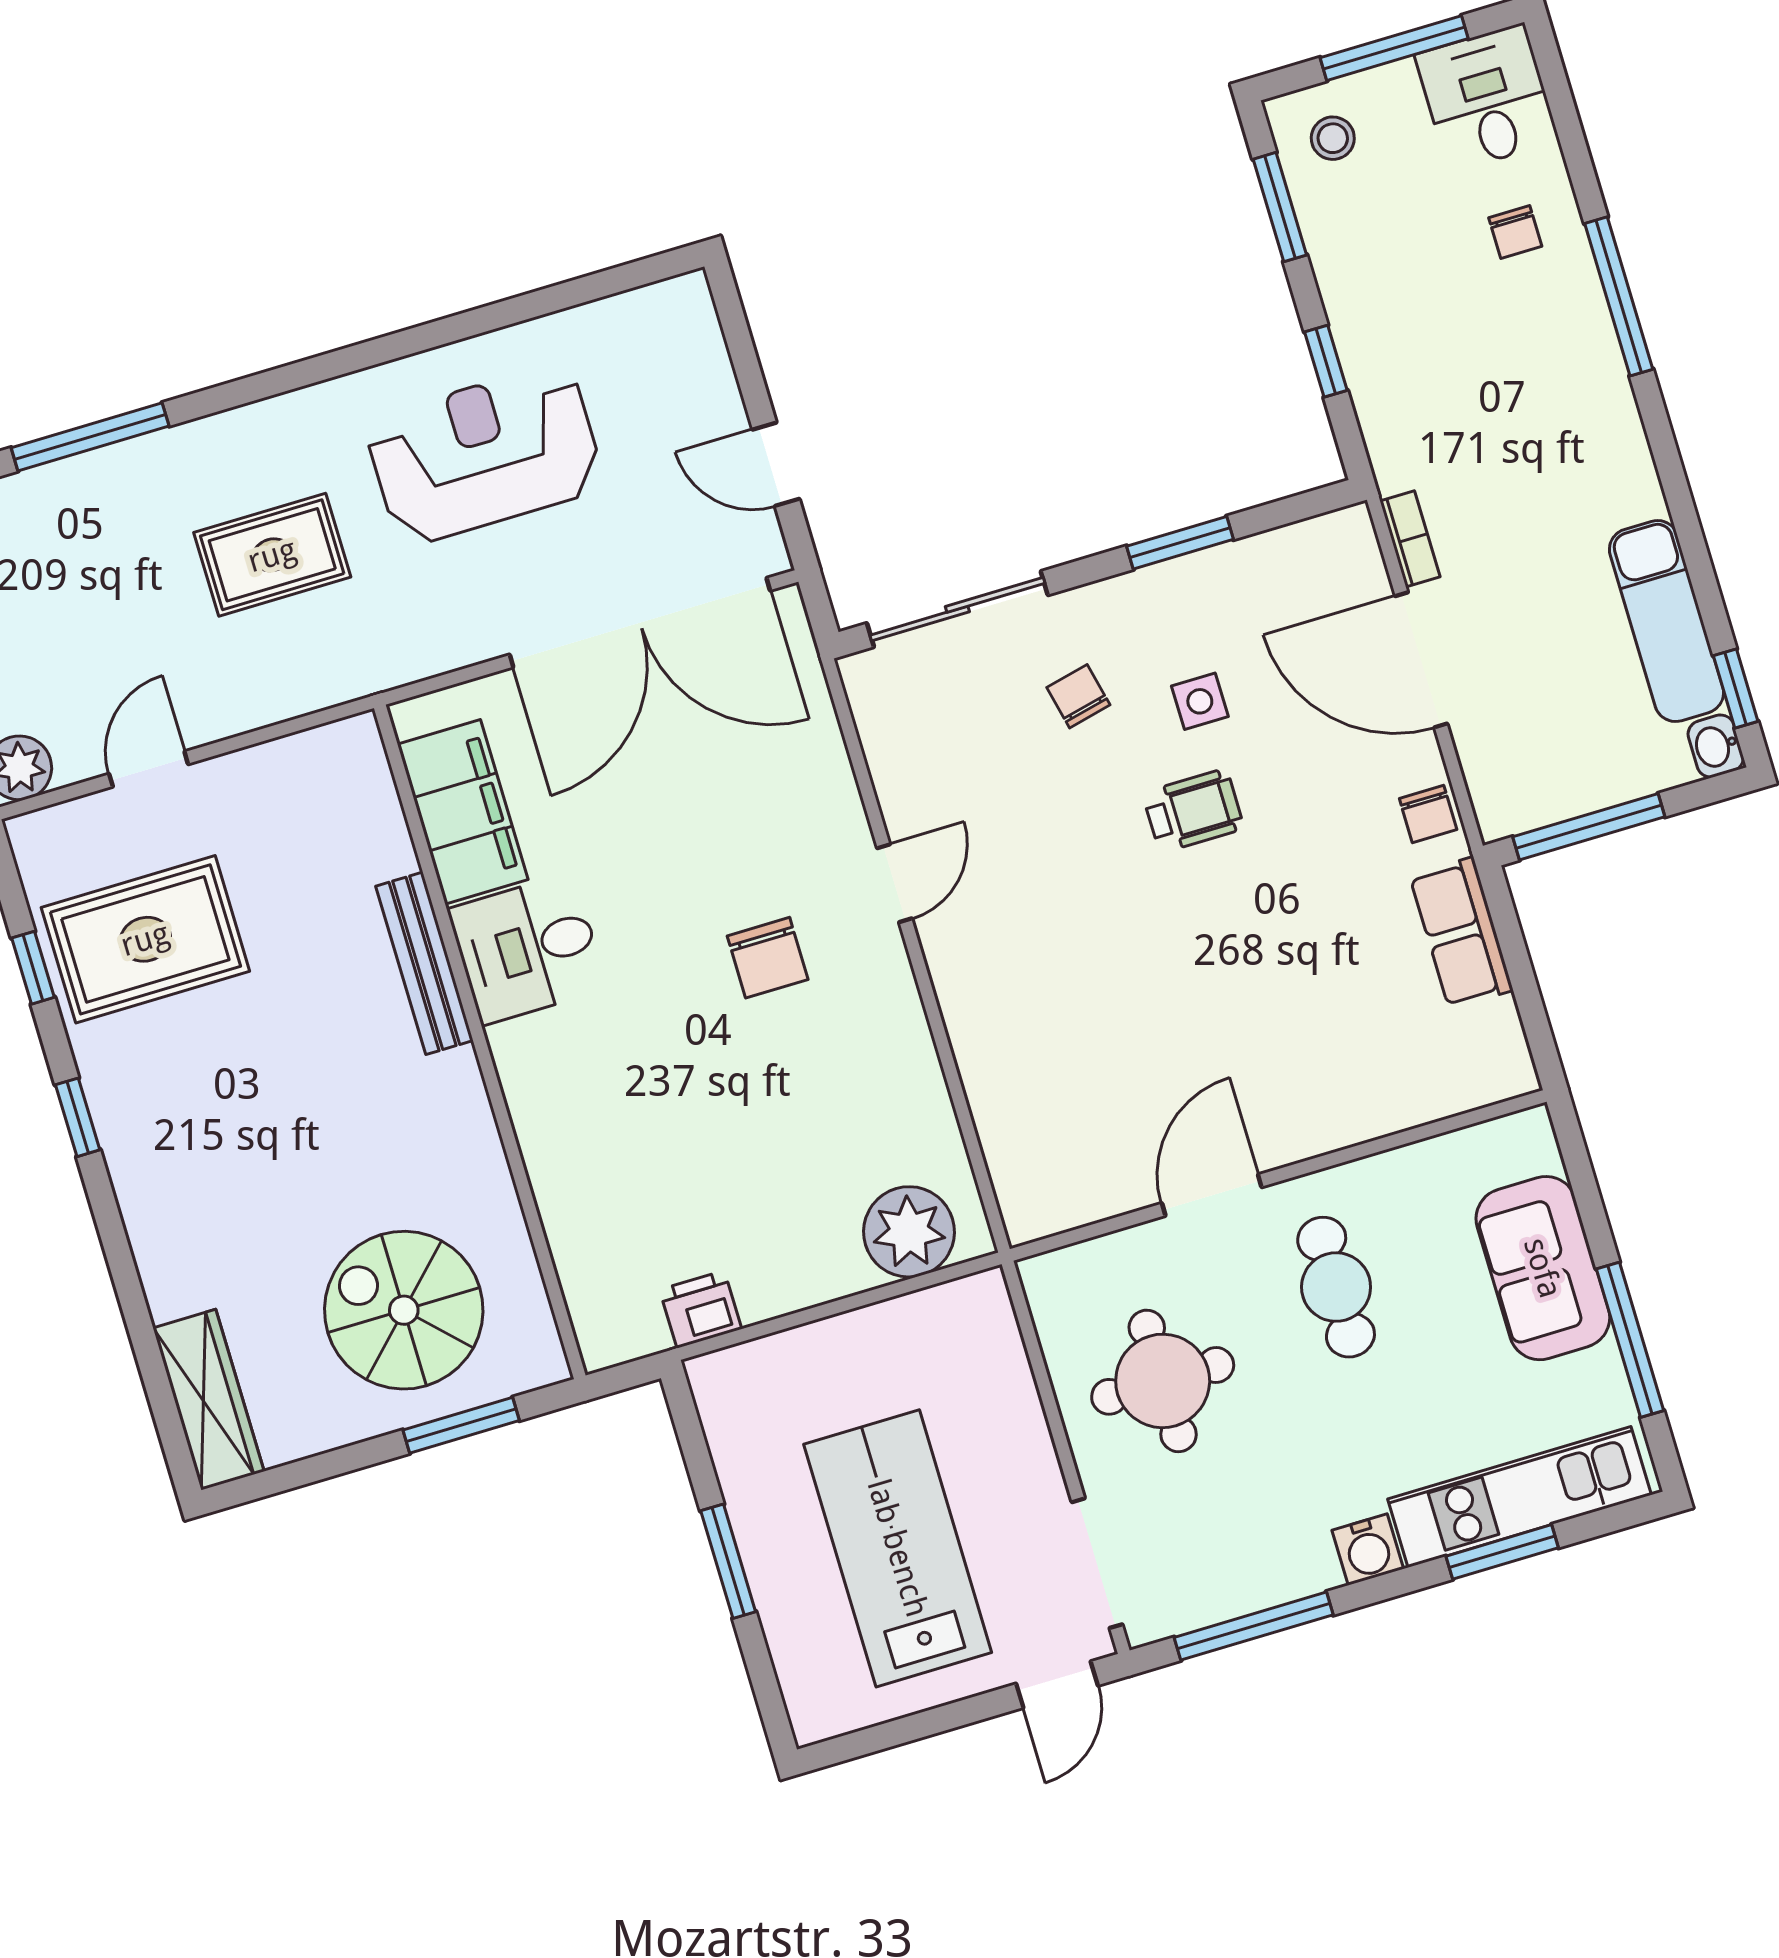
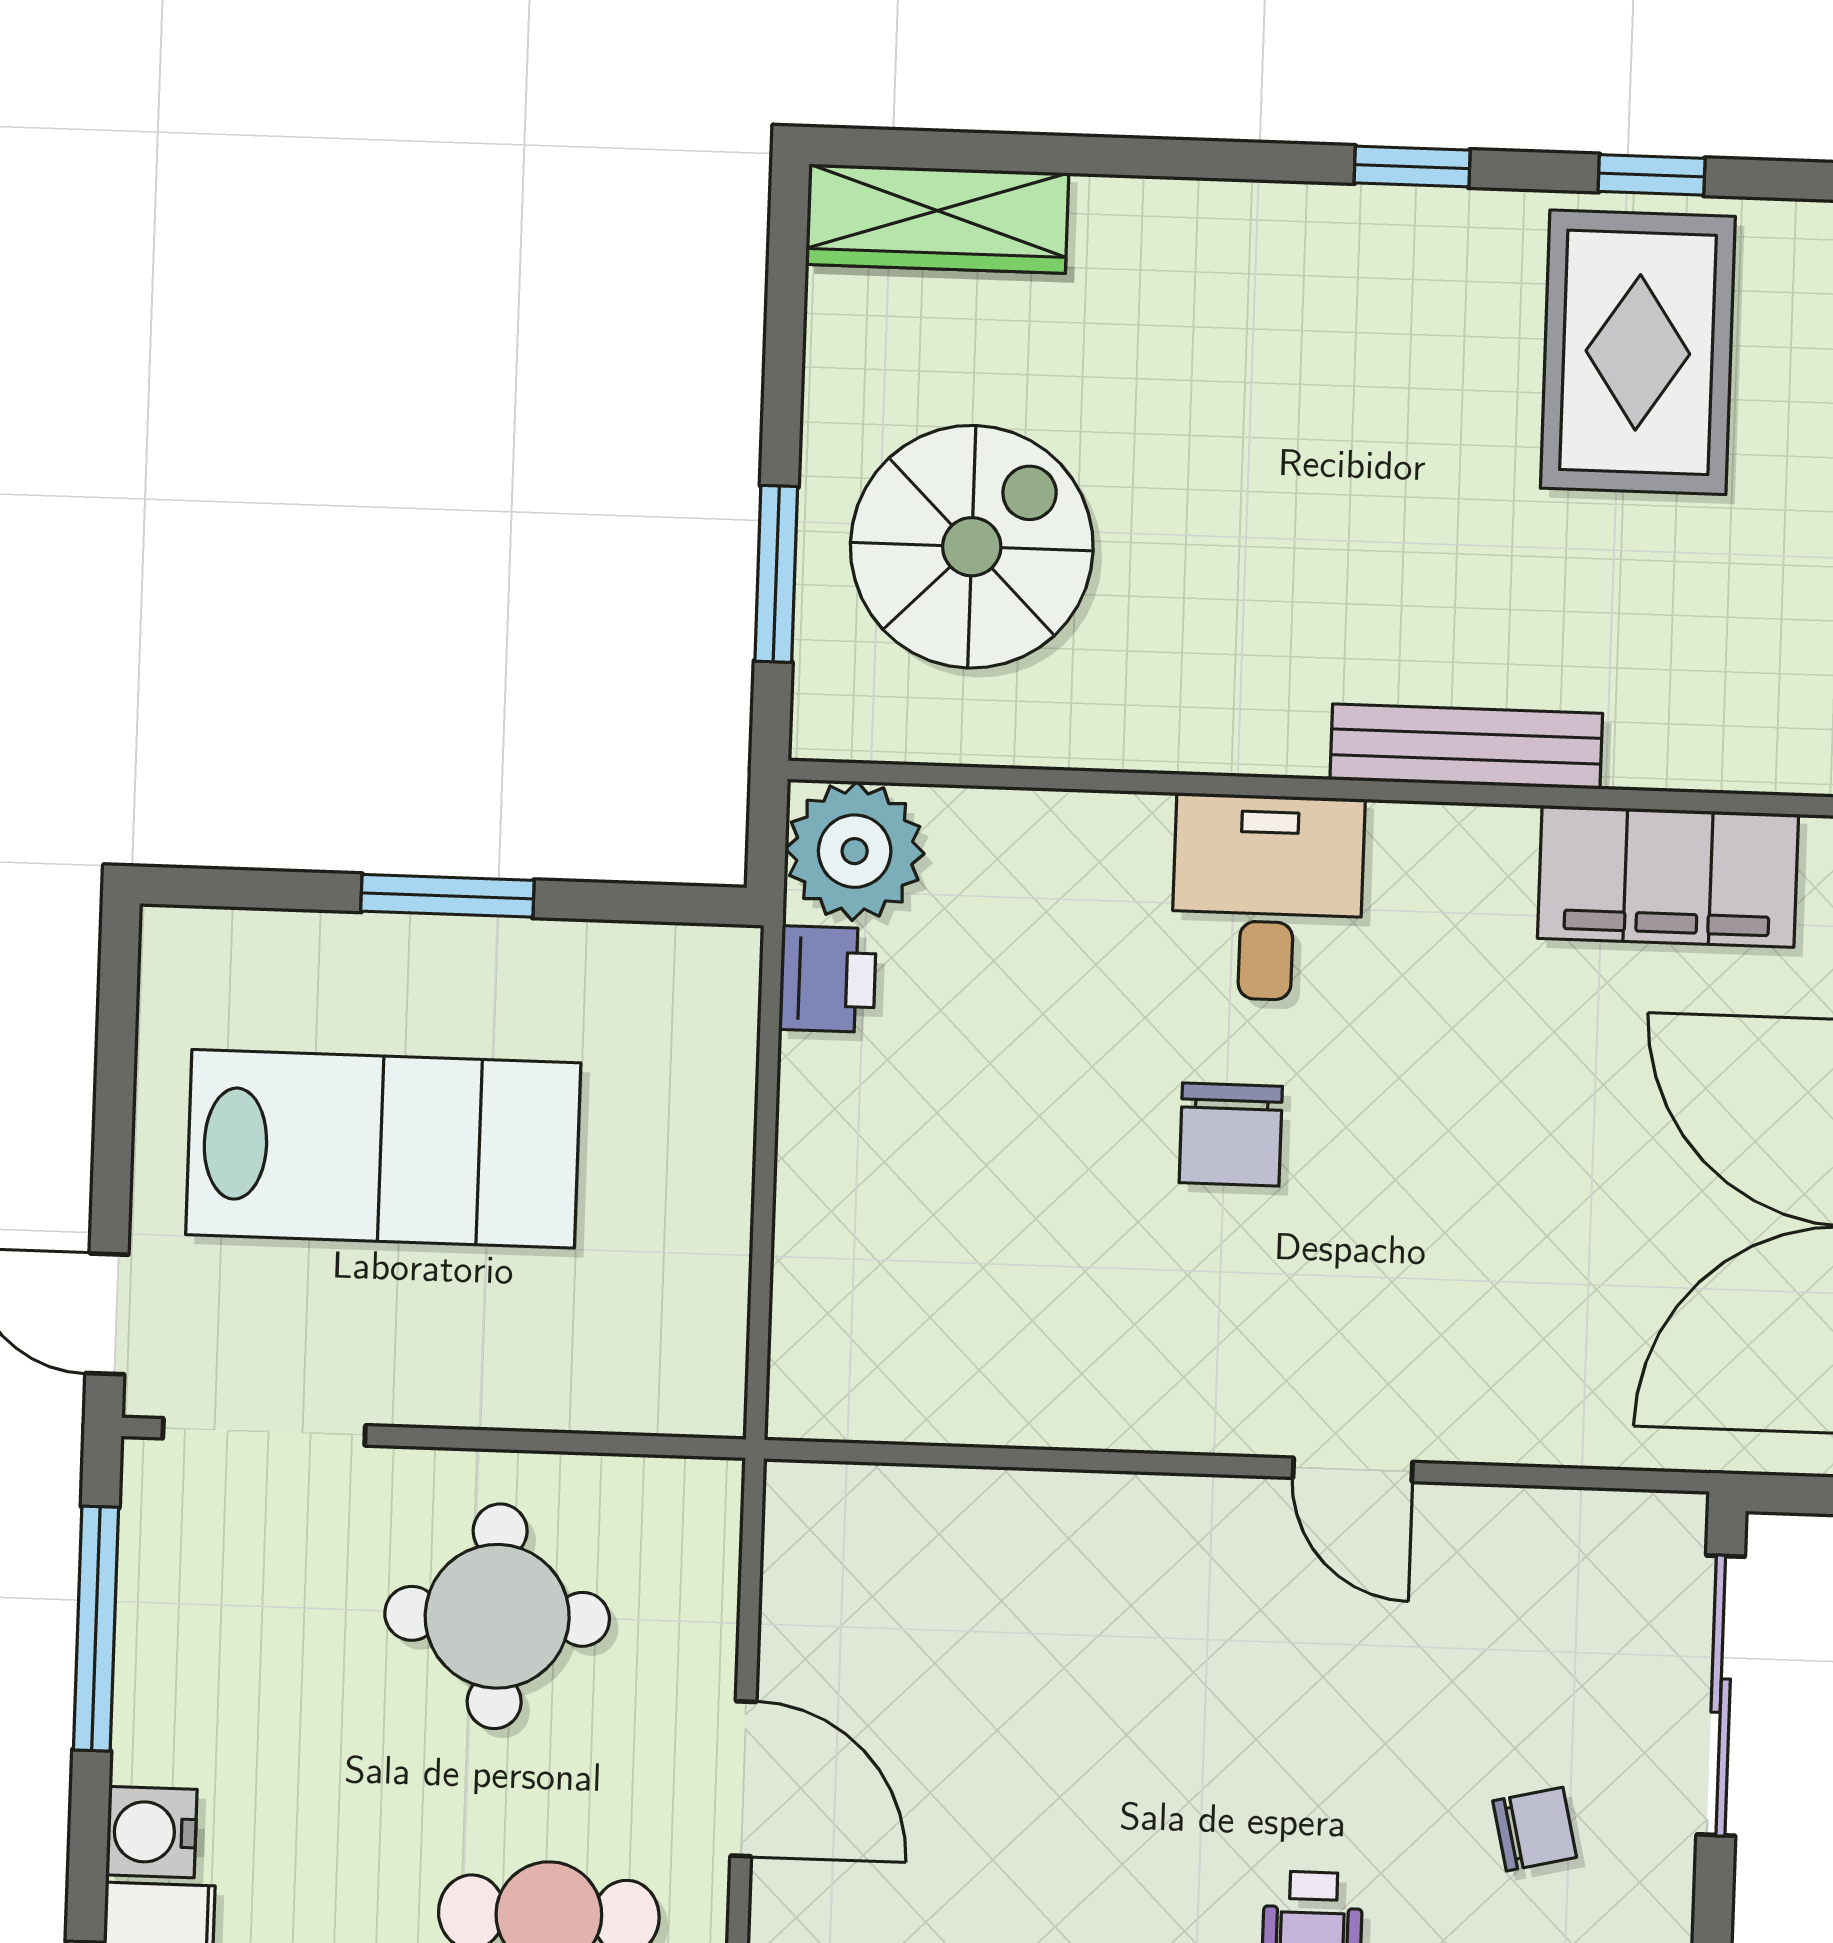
desk: (527, 949) -> (1268, 898), moved
chair: (768, 958) -> (1231, 1135), moved, turned -90
plant: (909, 1232) -> (855, 851), moved

